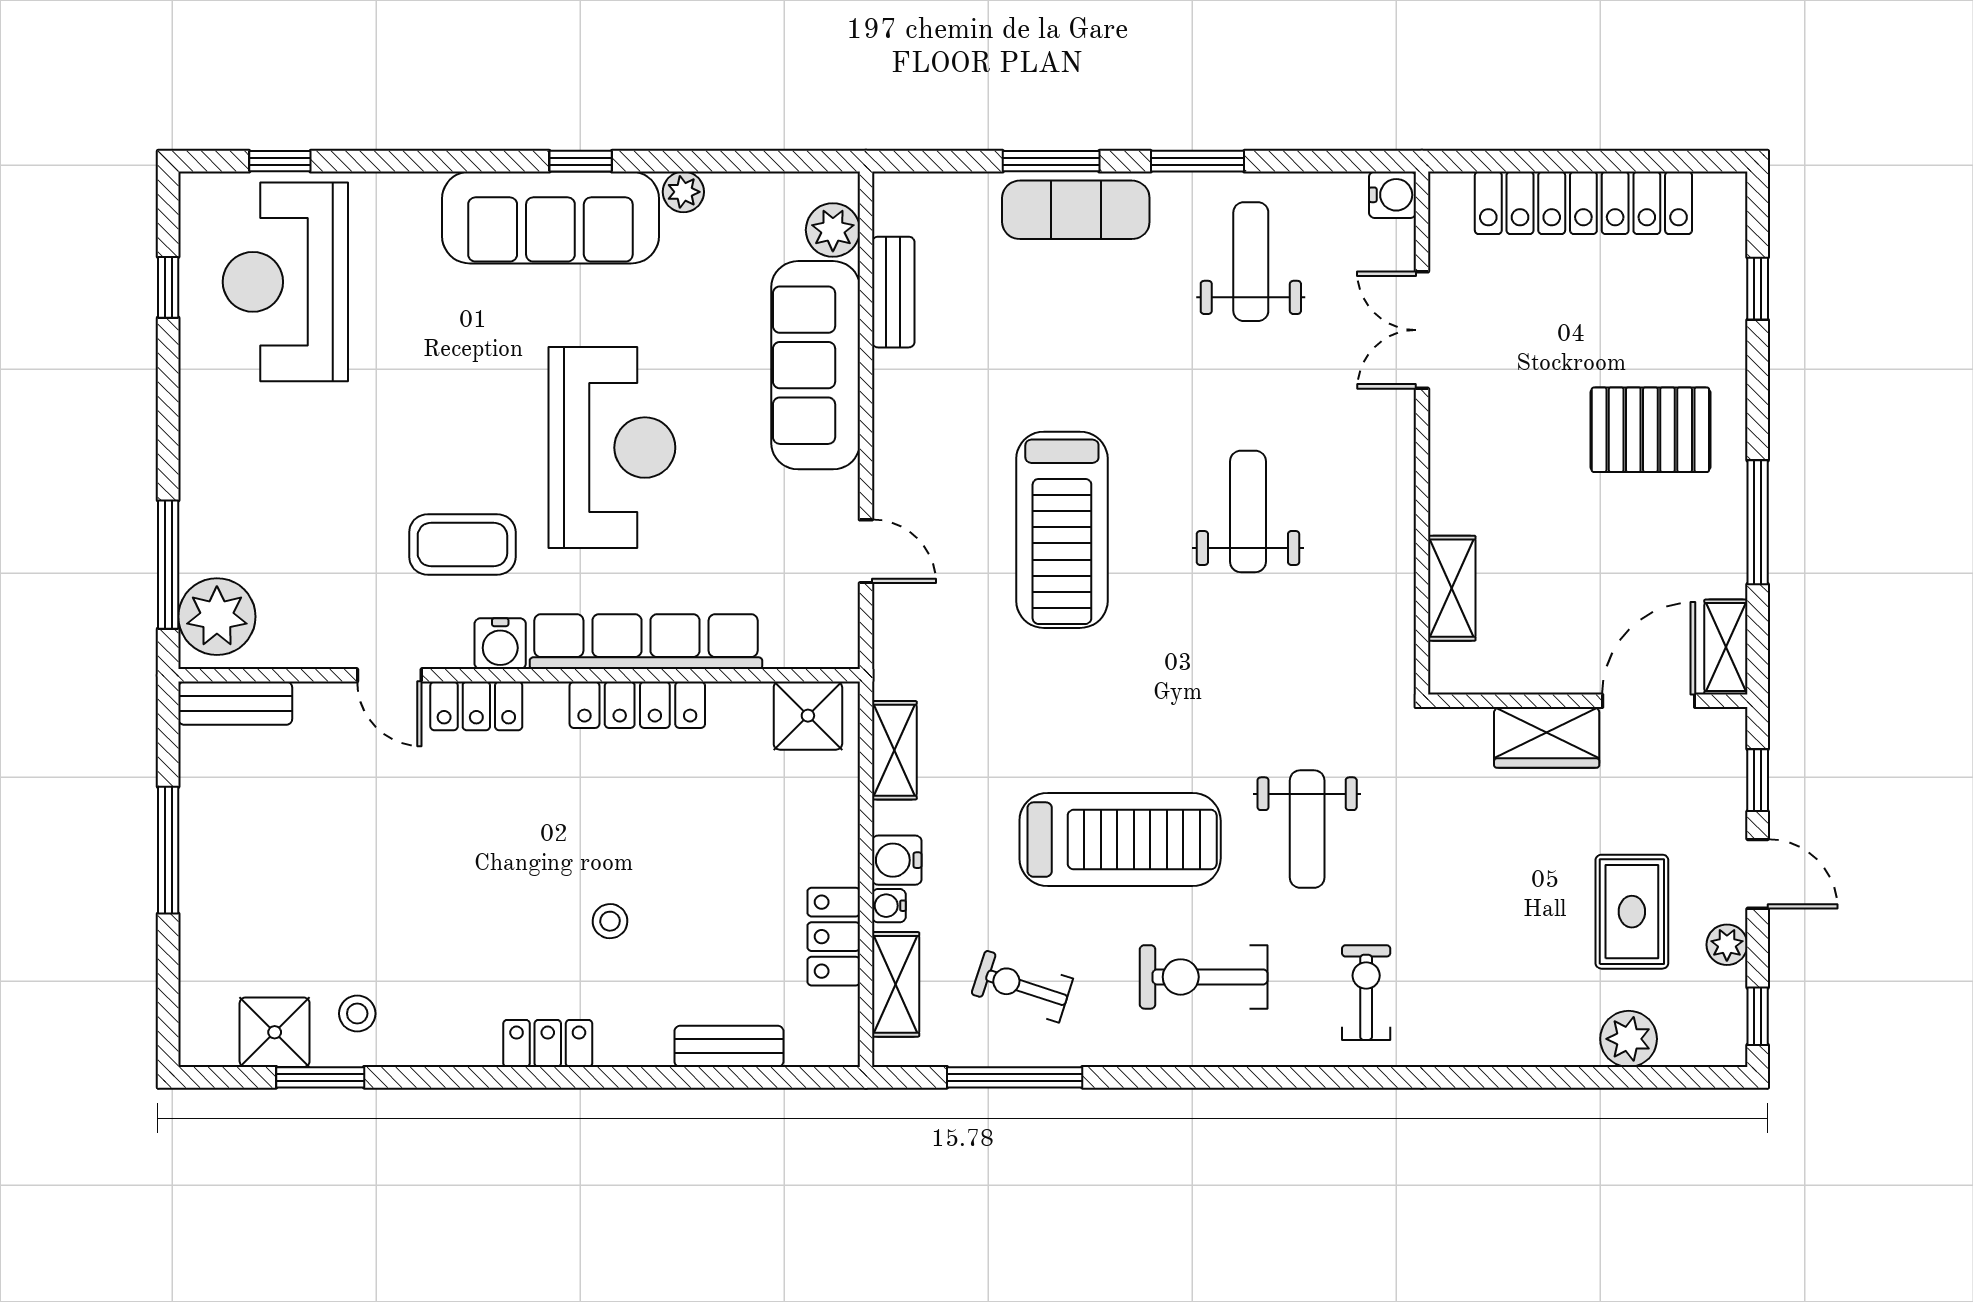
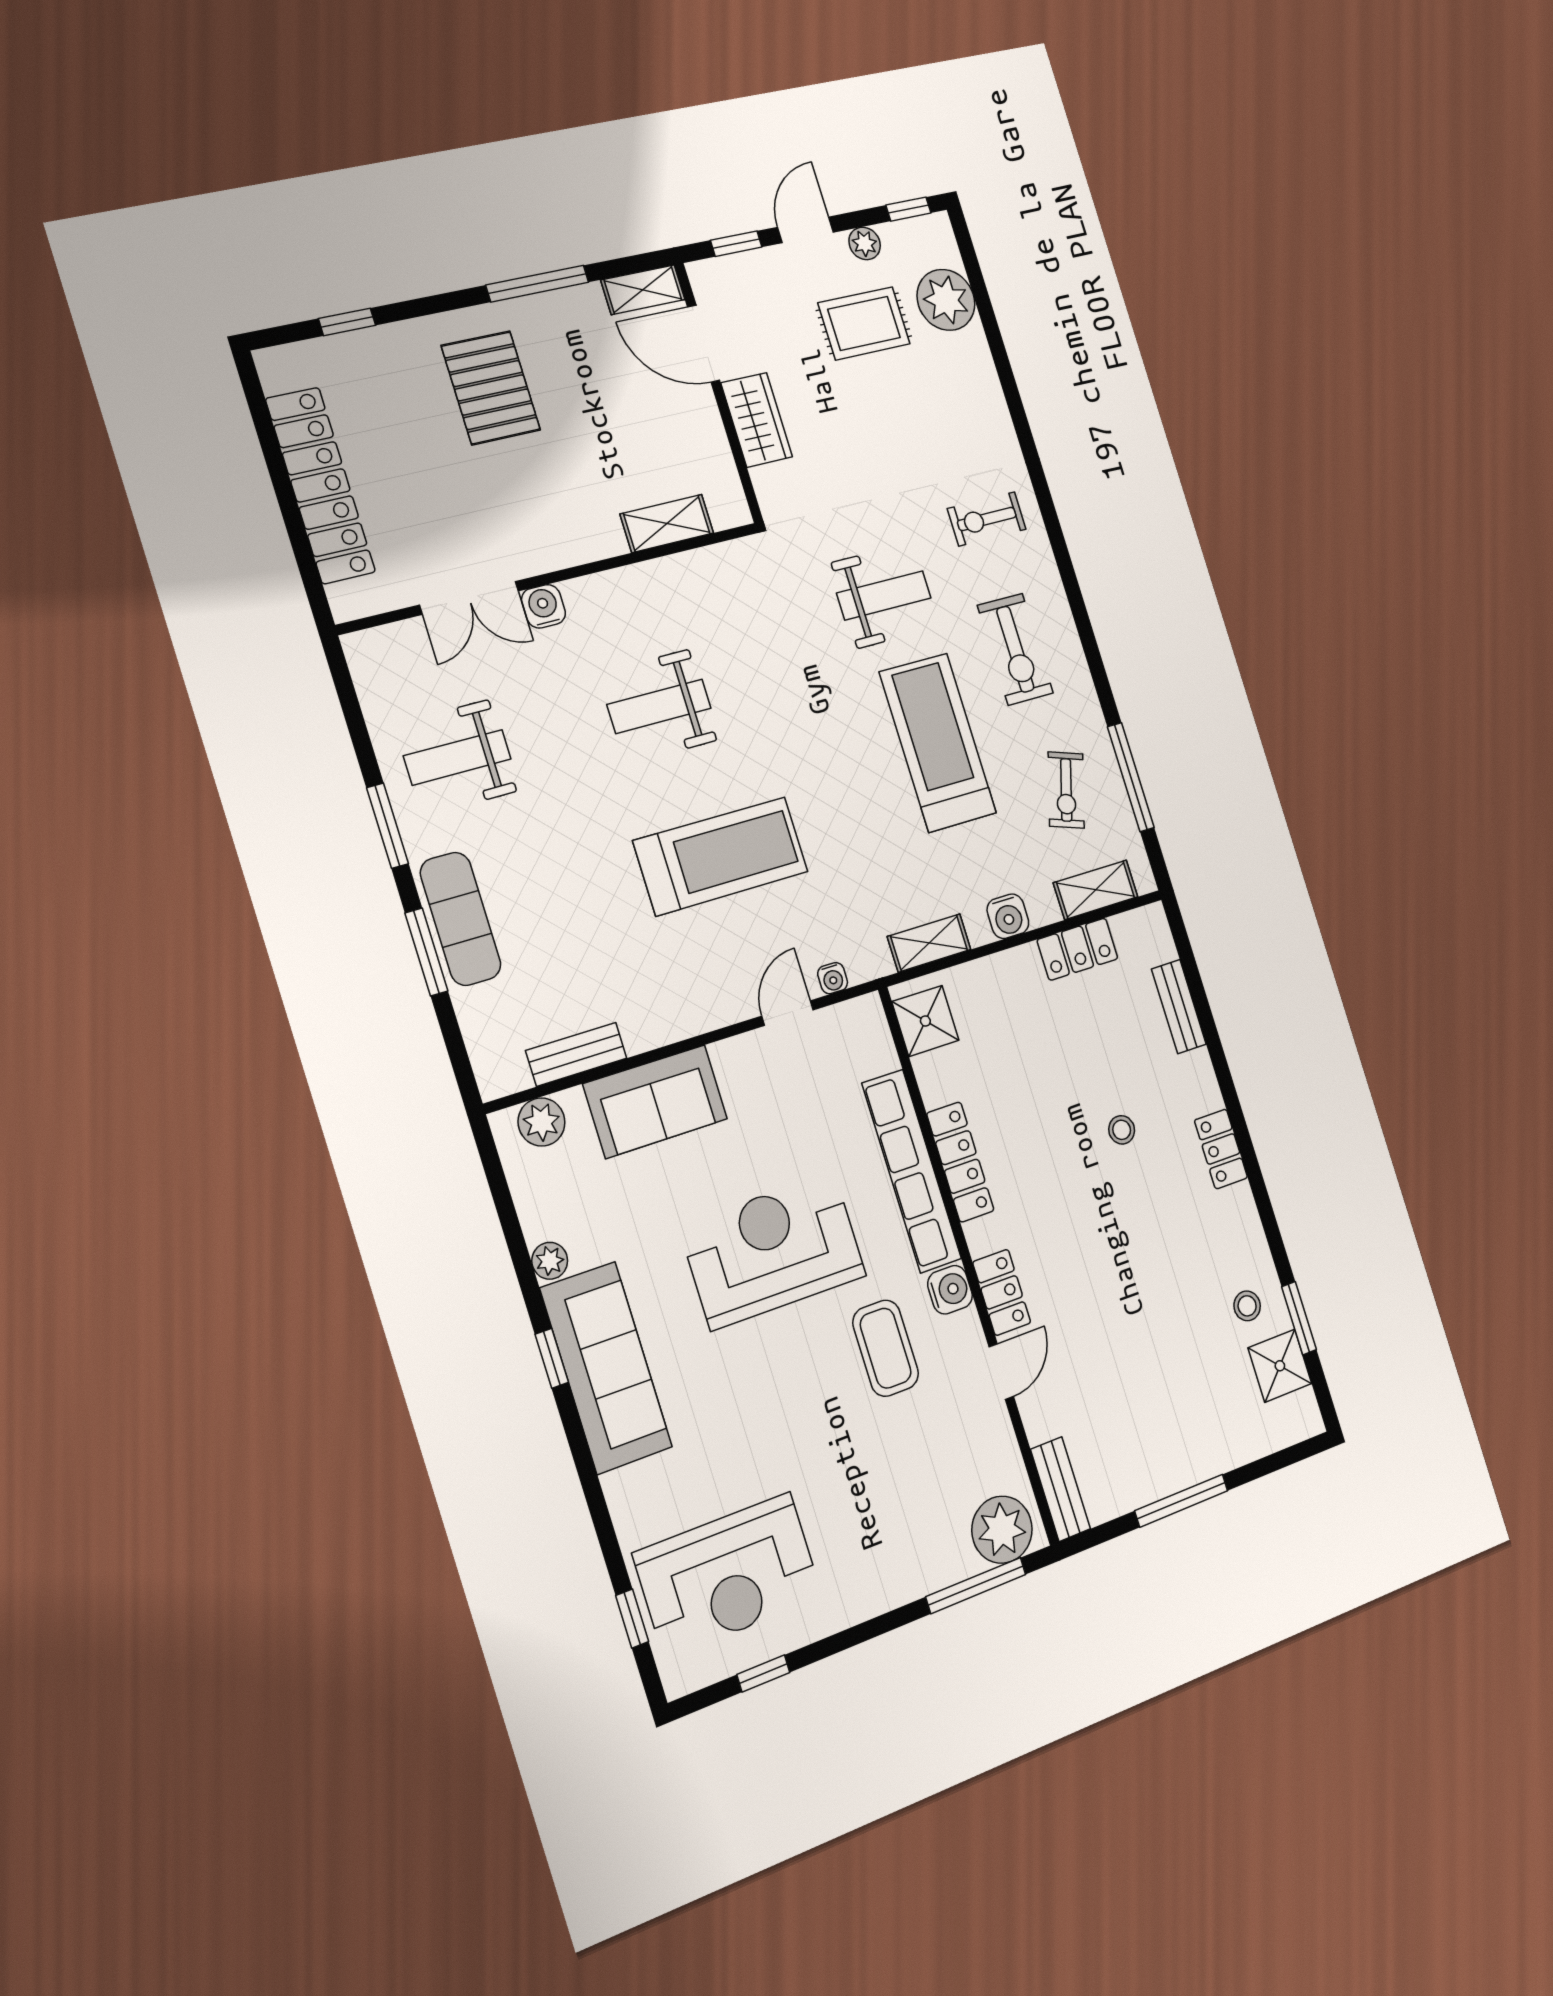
water cooler: (1392, 195) -> (544, 606), moved
sofa: (816, 365) -> (655, 1101), width x0.73
water cooler: (889, 906) -> (833, 978), moved
plant: (1629, 1039) -> (946, 300), width x1.36, depth x1.36

